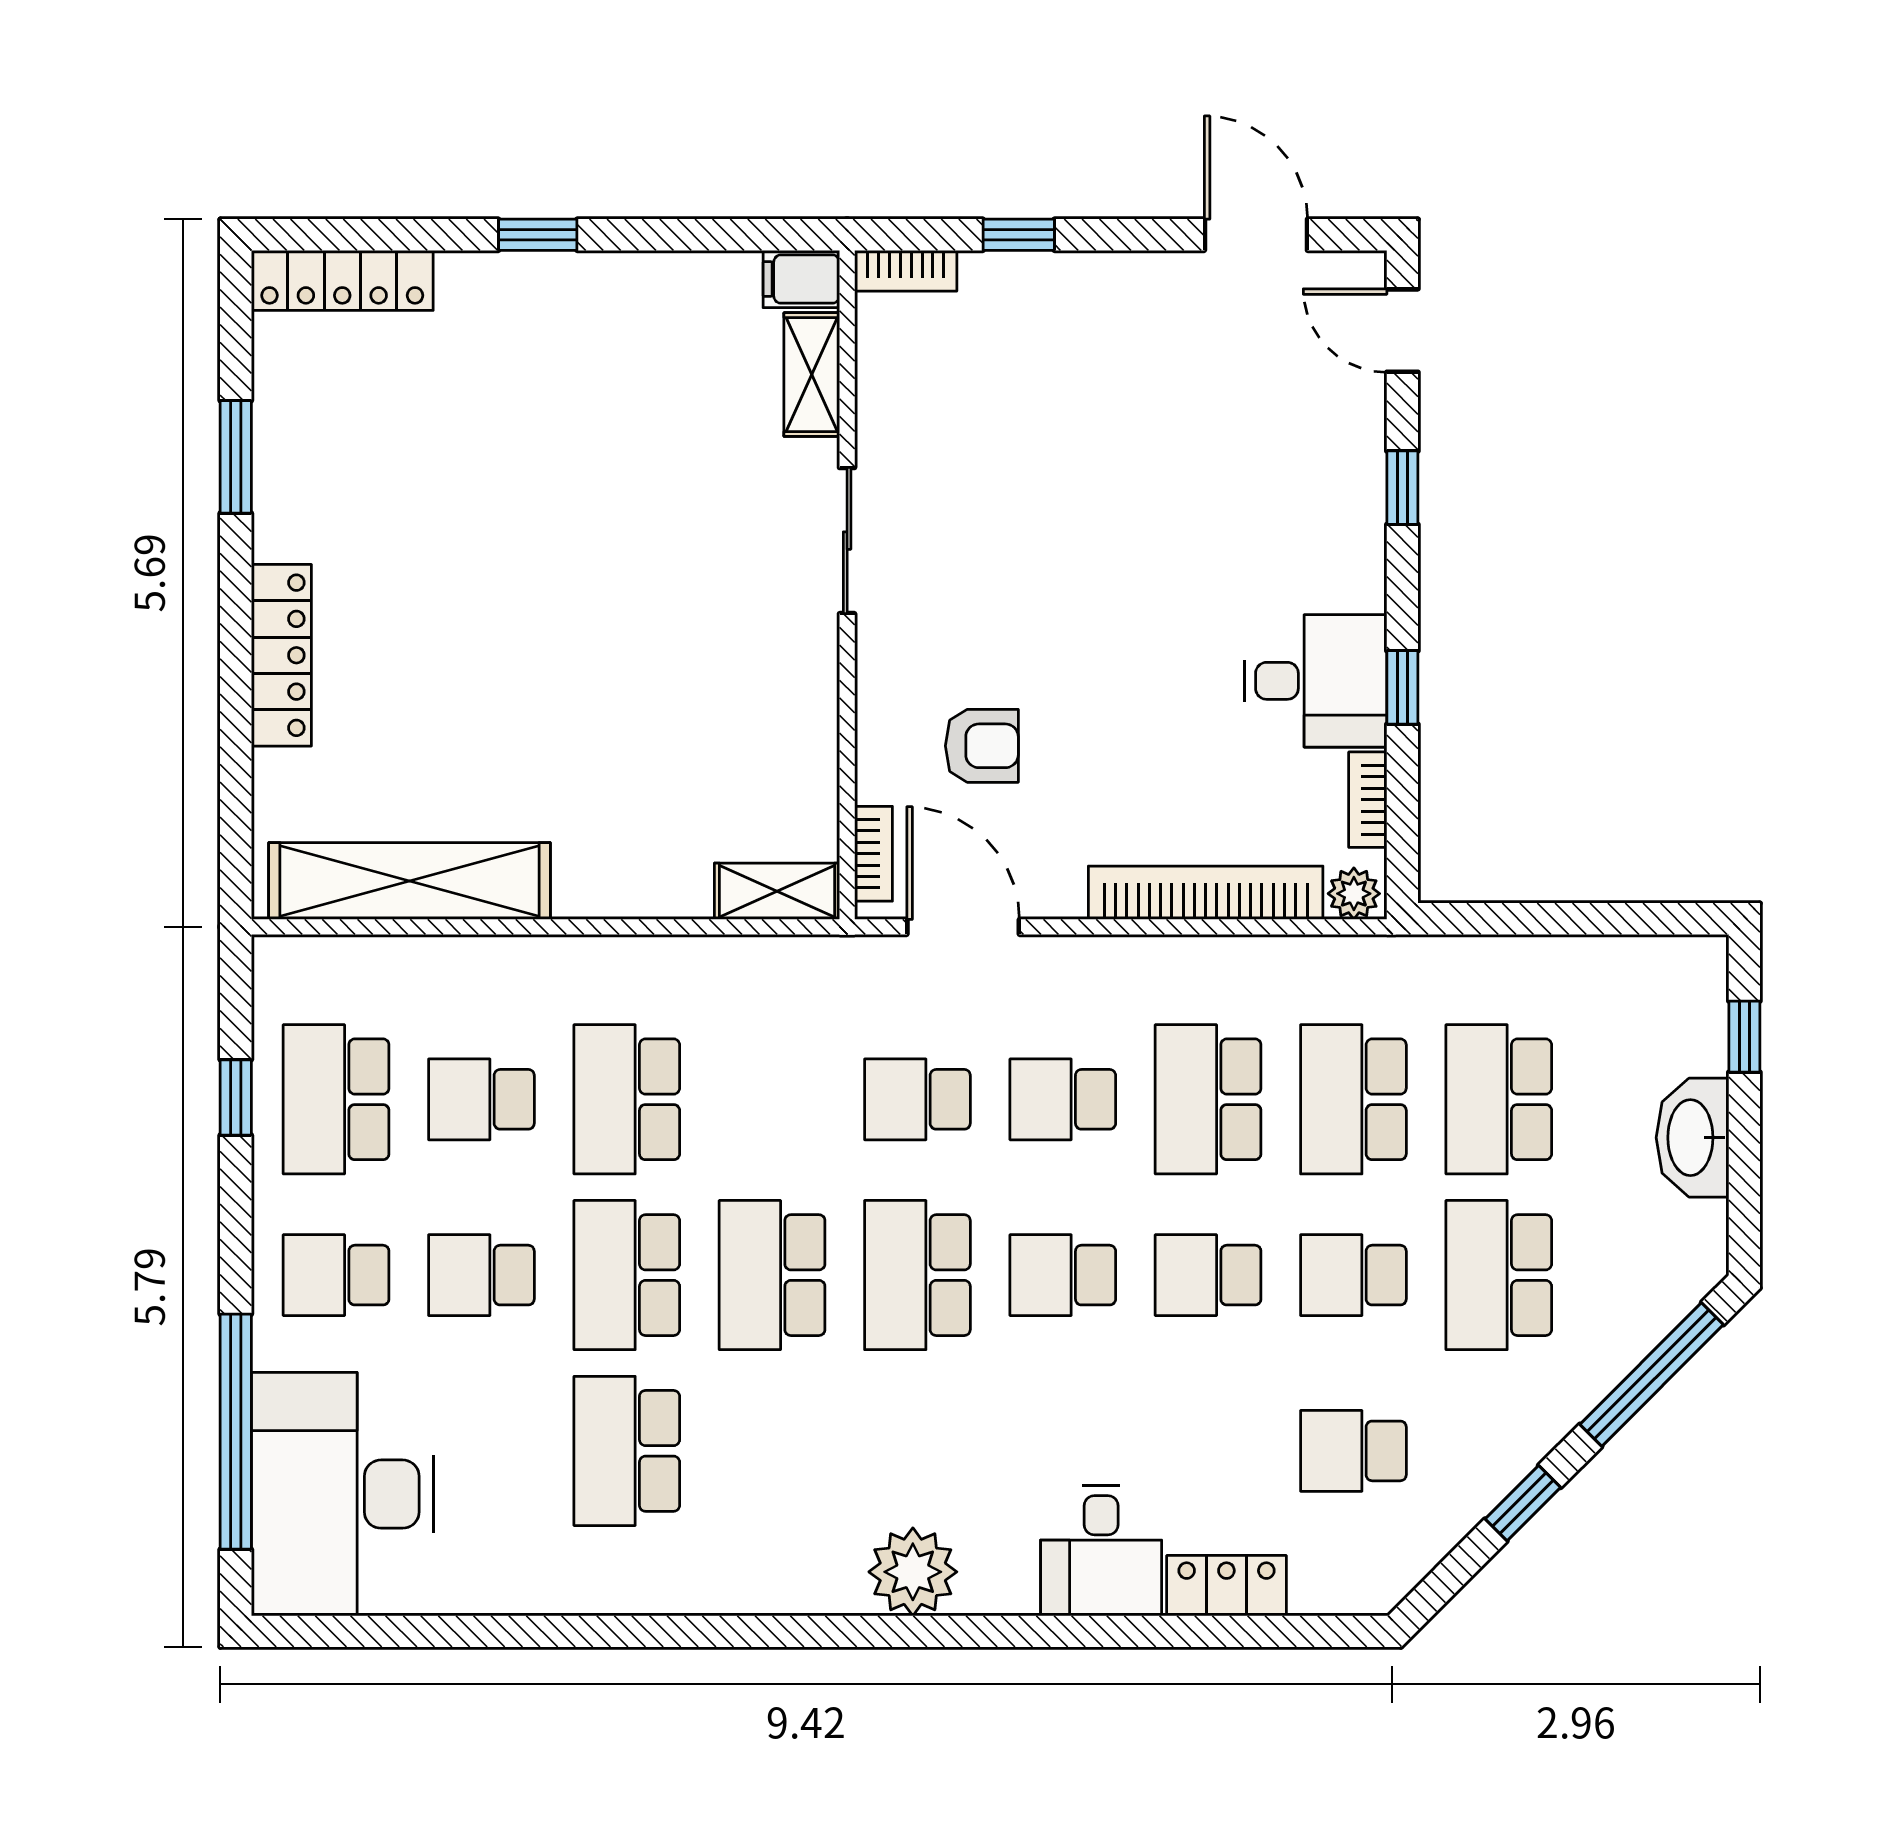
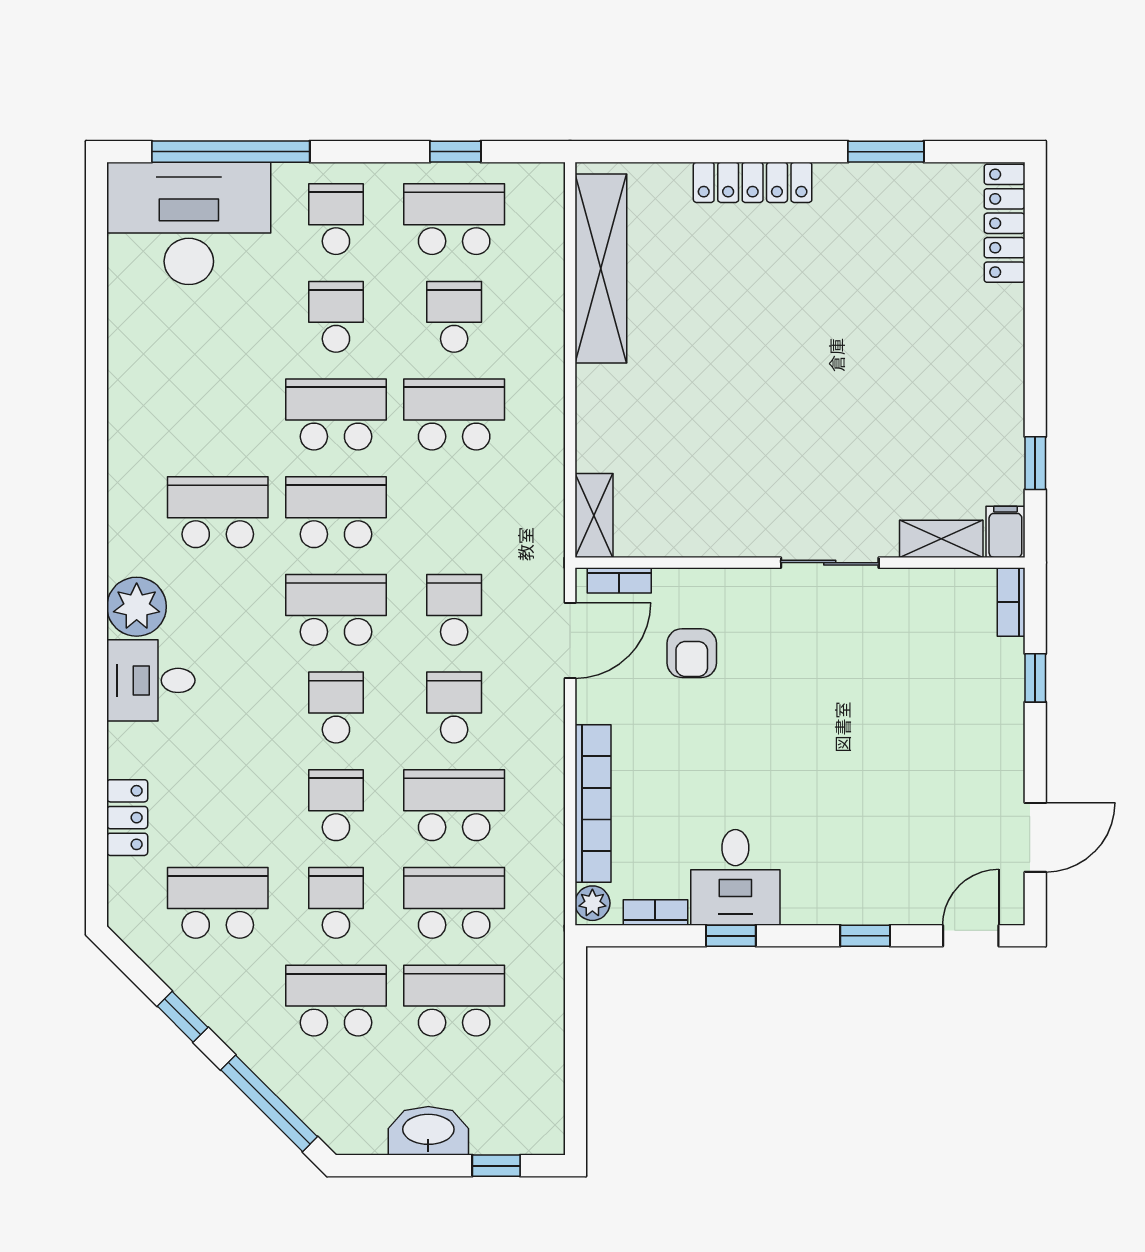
window: (538, 235) -> (1035, 463), moved
school desk: (627, 1451) -> (218, 512), moved
school desk: (1353, 1451) -> (218, 903), width x1.85
desk: (1101, 1551) -> (151, 680), moved

